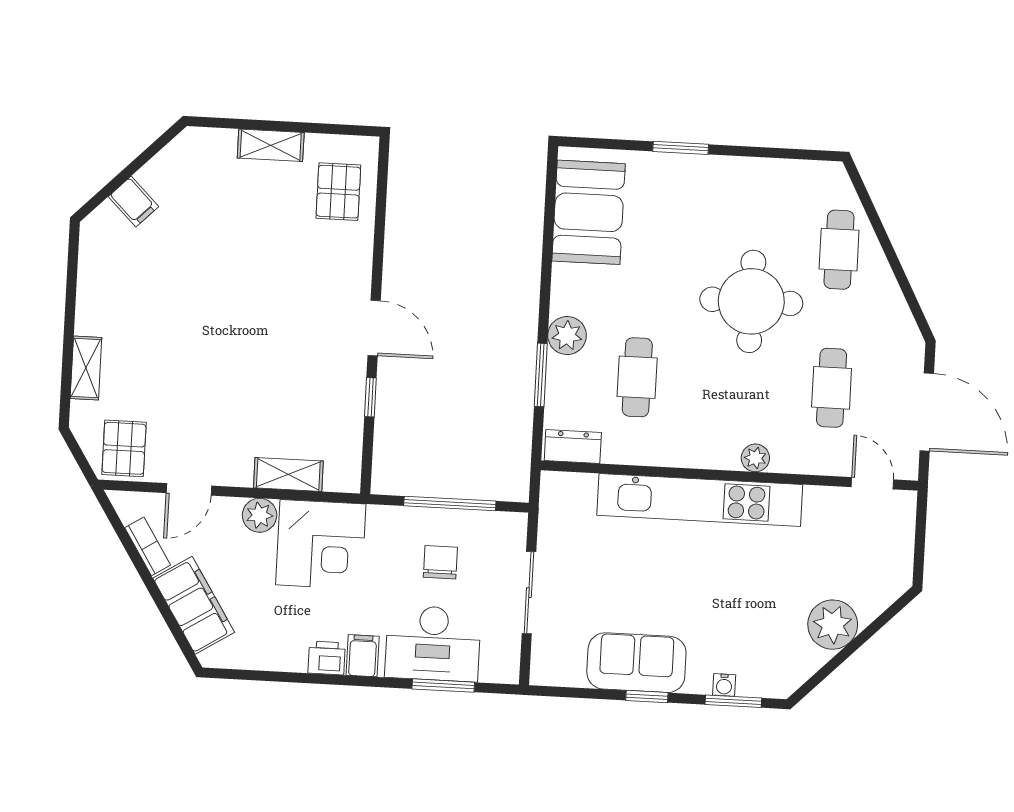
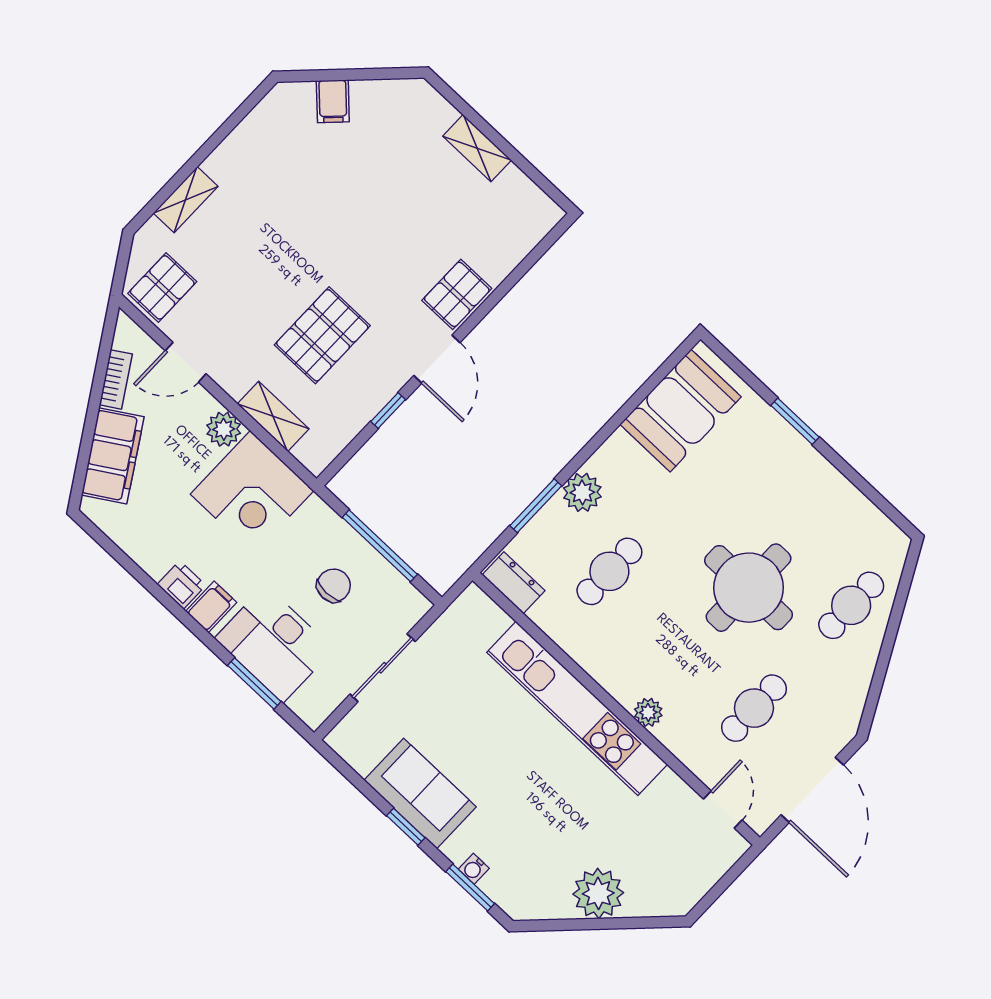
pallet: (338, 192) -> (457, 294), moved
pallet: (274, 383) -> (322, 335), added

